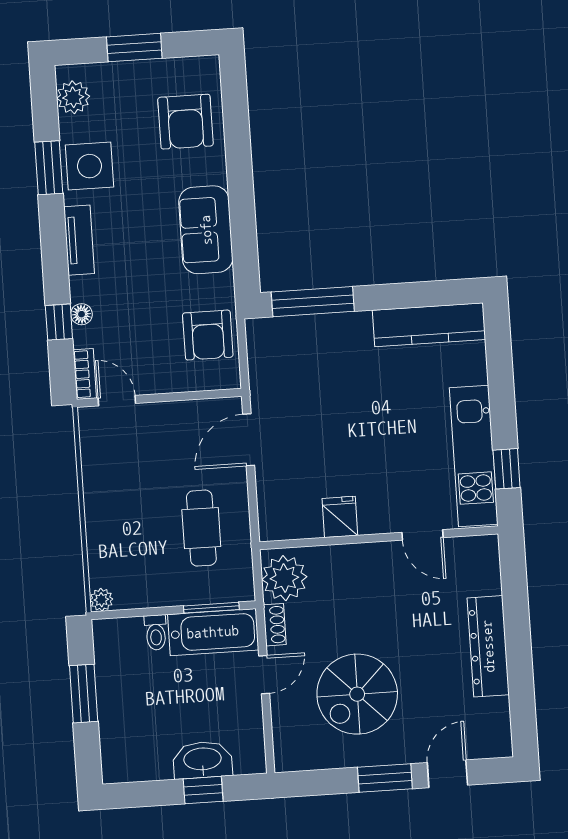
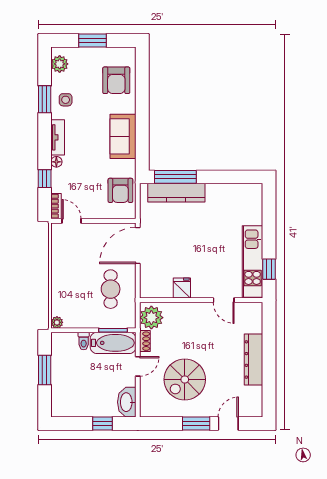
side table: (89, 166) -> (66, 100), width x0.54, depth x0.54
floor lamp: (82, 314) -> (56, 162), moved
kitchen counter: (429, 325) -> (176, 193), moved
door: (249, 440) -> (138, 245), width x1.36
washbasin: (203, 760) -> (127, 402), moved, turned -90

